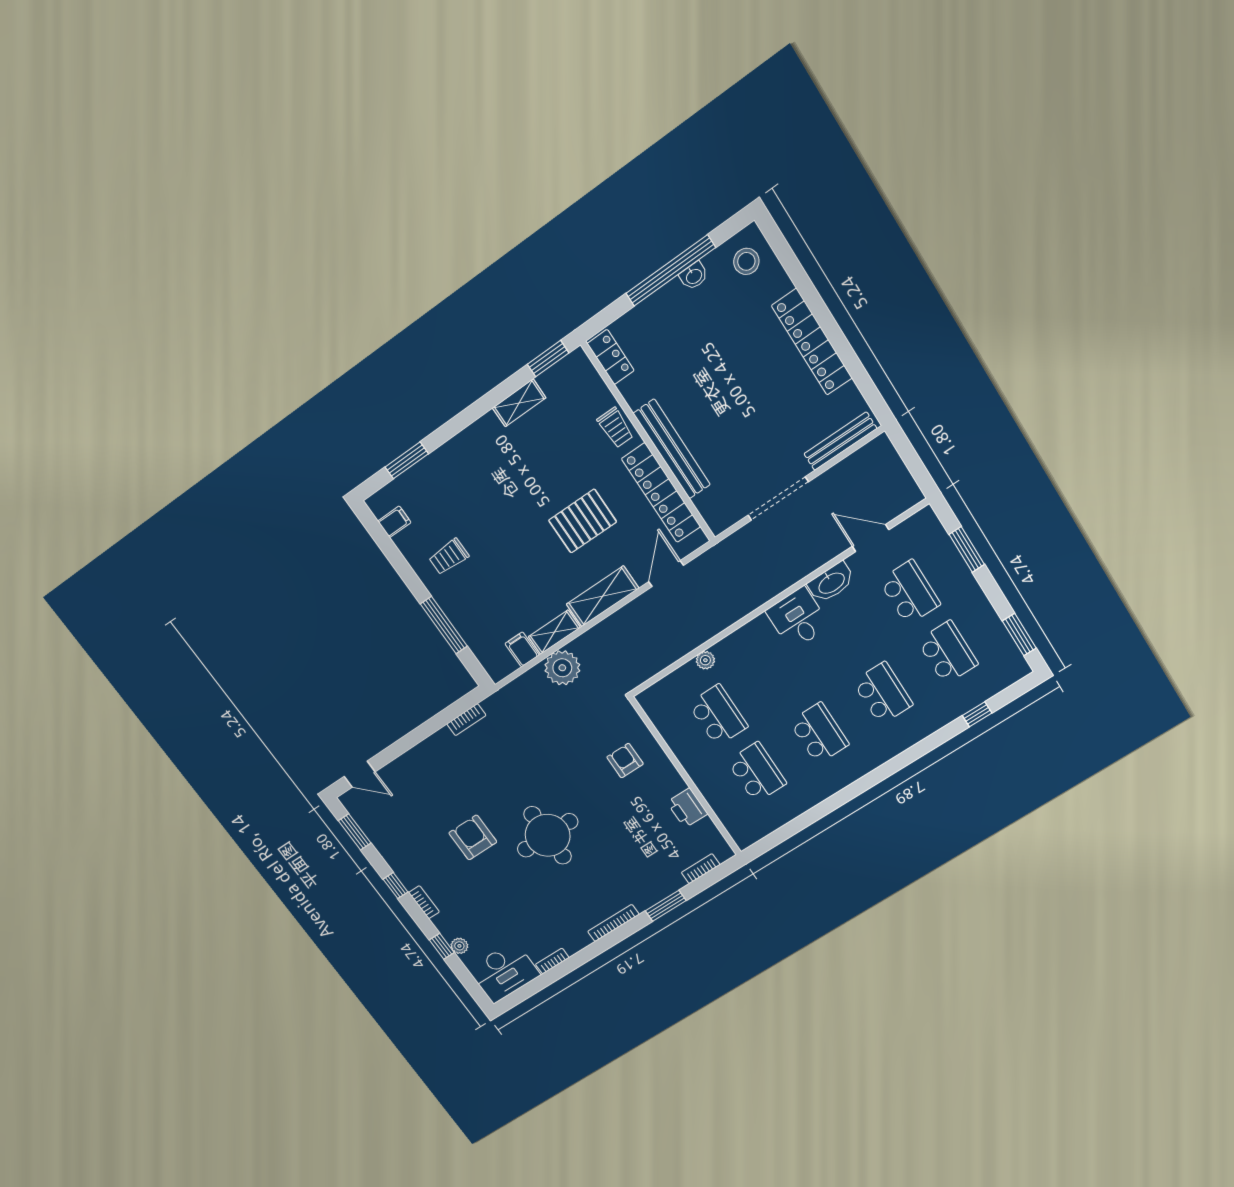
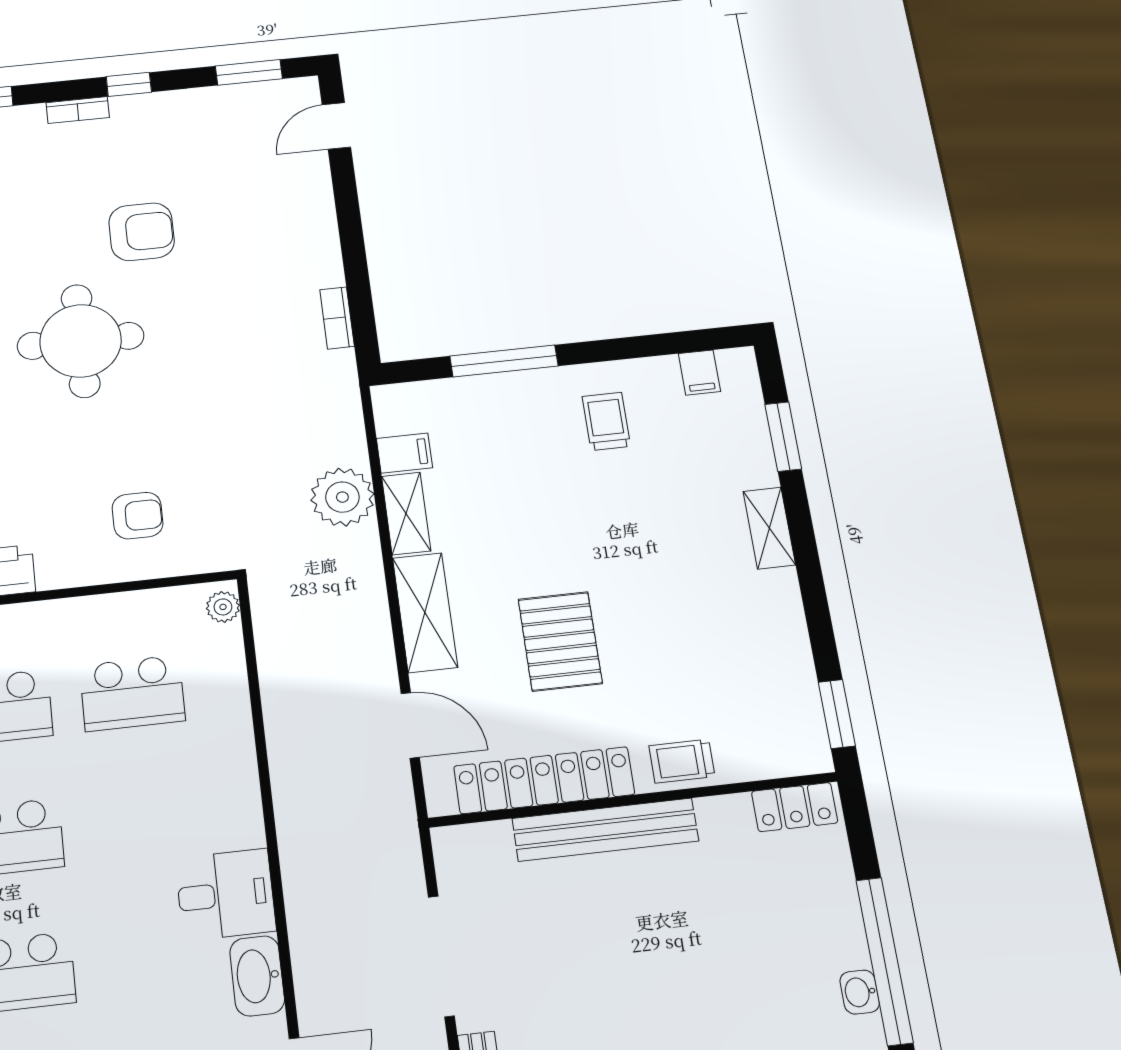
shelving: (519, 403) -> (769, 528), moved
plant: (705, 660) -> (223, 607), moved

